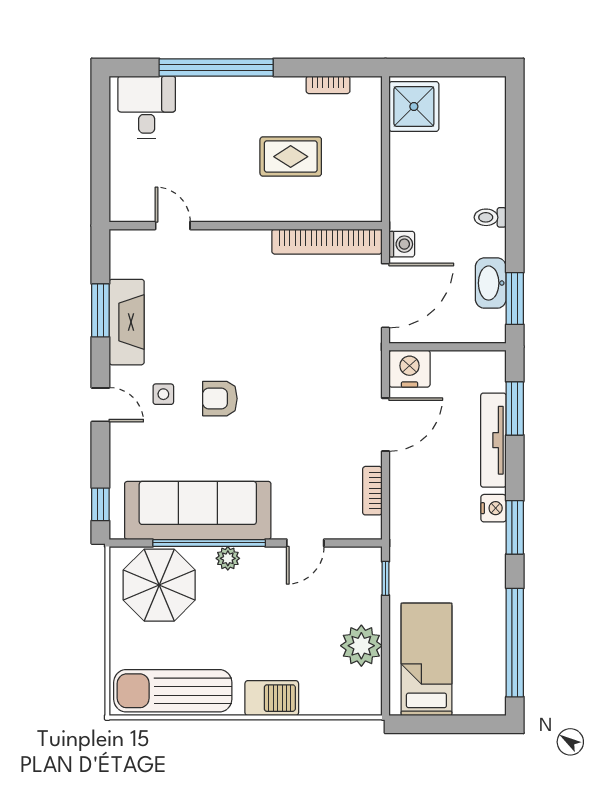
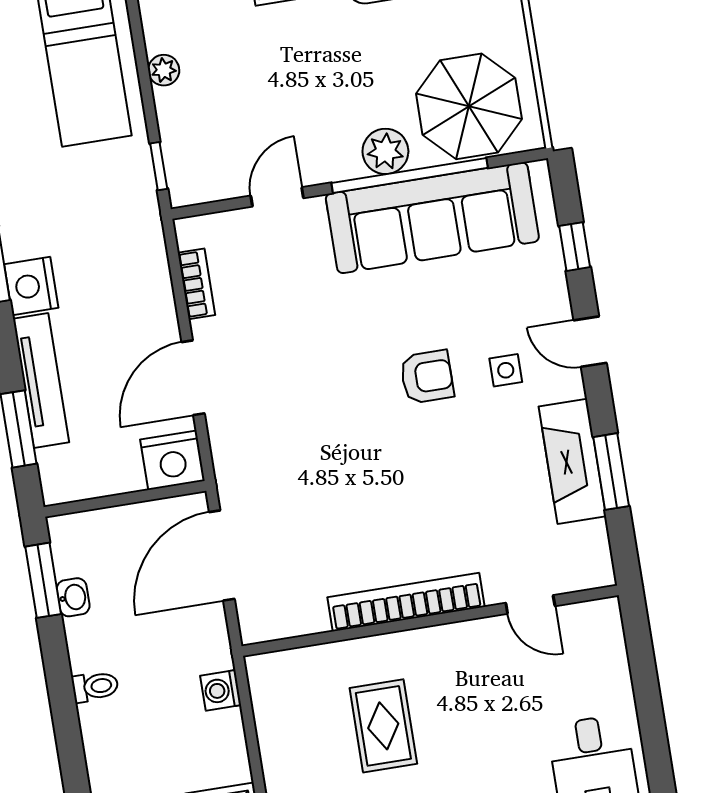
rug: (291, 157) -> (383, 726), turned 90
bookcase: (327, 242) -> (406, 602), moved
washing machine: (402, 244) -> (221, 690), moved
washbasin: (491, 283) -> (73, 597), width x0.52, depth x0.69
window: (100, 504) -> (575, 247), moved
nightstand: (494, 508) -> (31, 286), width x1.36, depth x1.33
plant: (228, 558) -> (385, 151), width x1.38, depth x1.38
plant: (361, 646) -> (164, 70), width x0.53, depth x0.53

